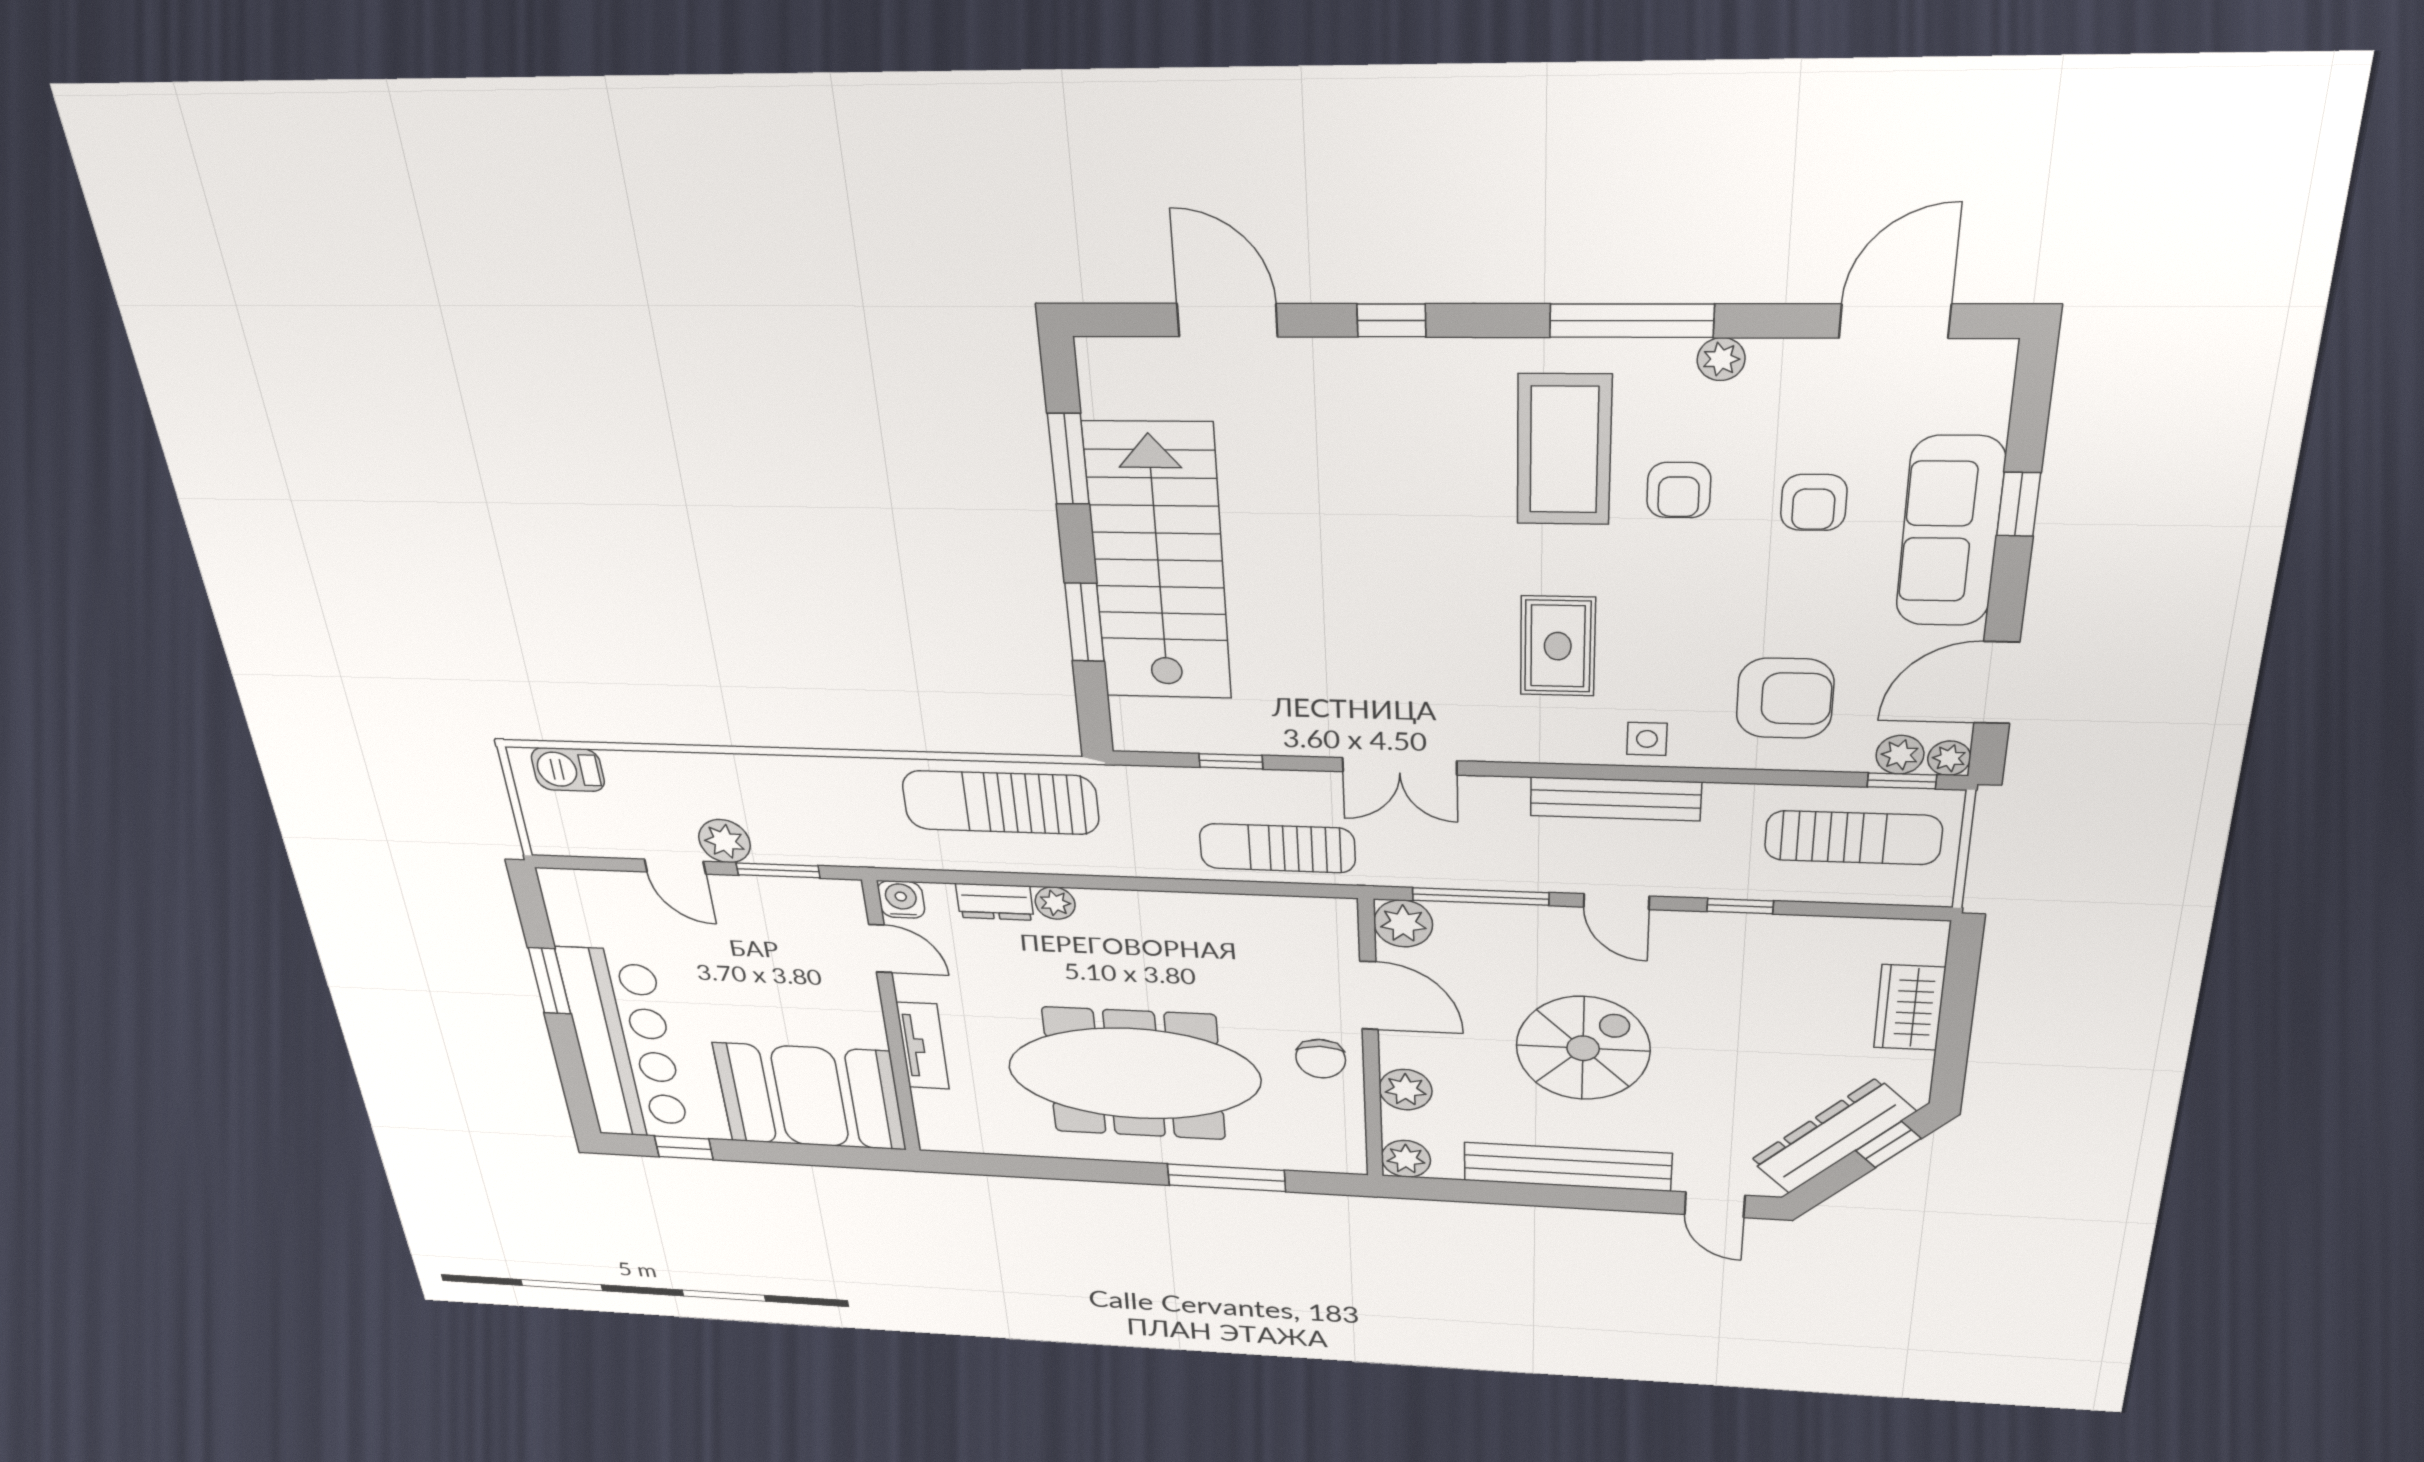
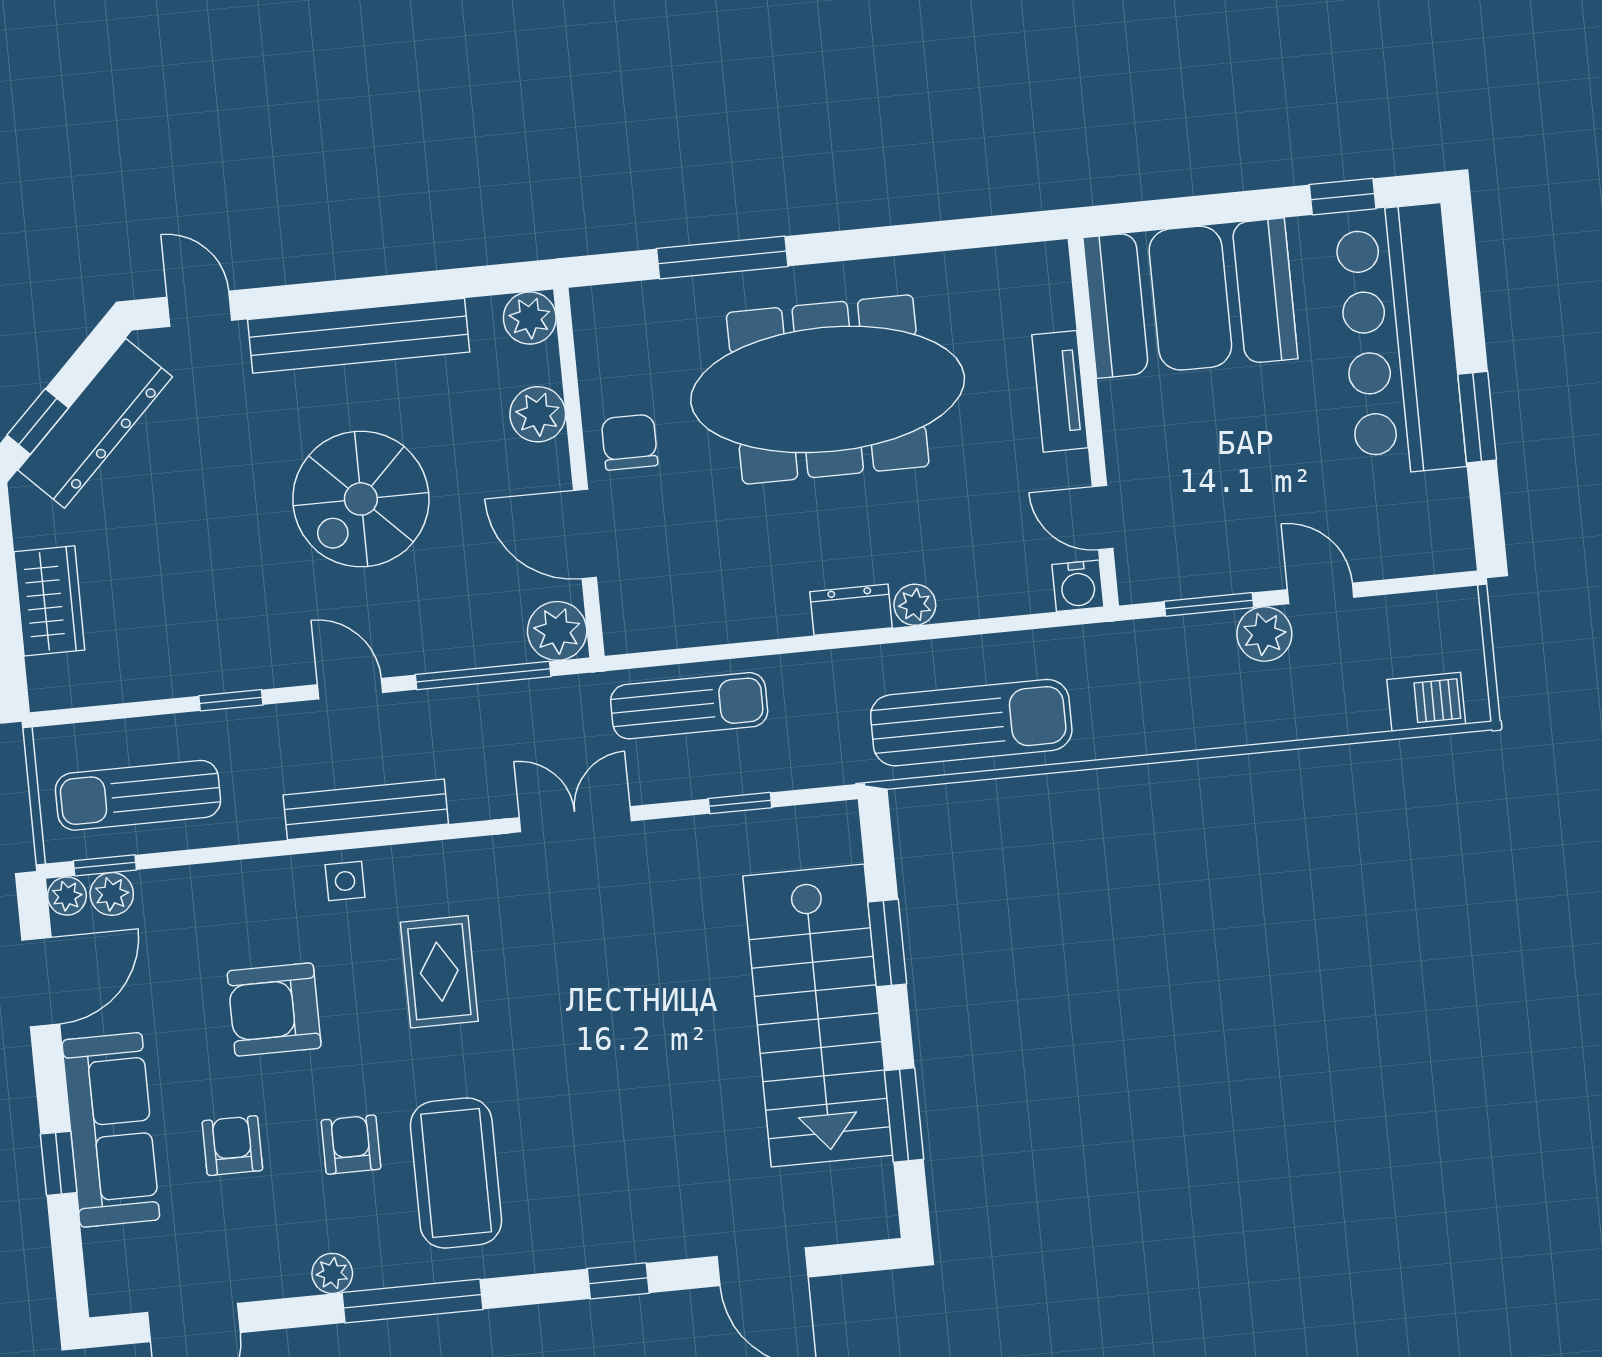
armchair: (1785, 698) -> (274, 1009), moved
dresser: (995, 902) -> (851, 610), moved

